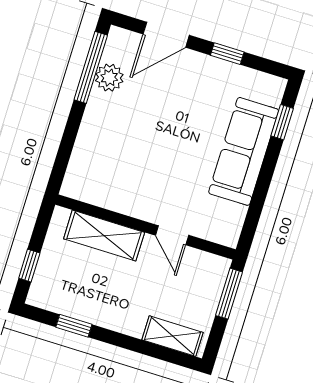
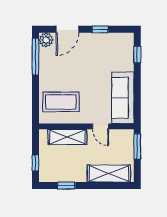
plant: (109, 78) -> (46, 40), moved
sofa: (244, 151) -> (123, 98), moved
coffee table: (112, 167) -> (61, 102), added
shelving: (173, 336) -> (109, 173), width x1.50, depth x1.33

